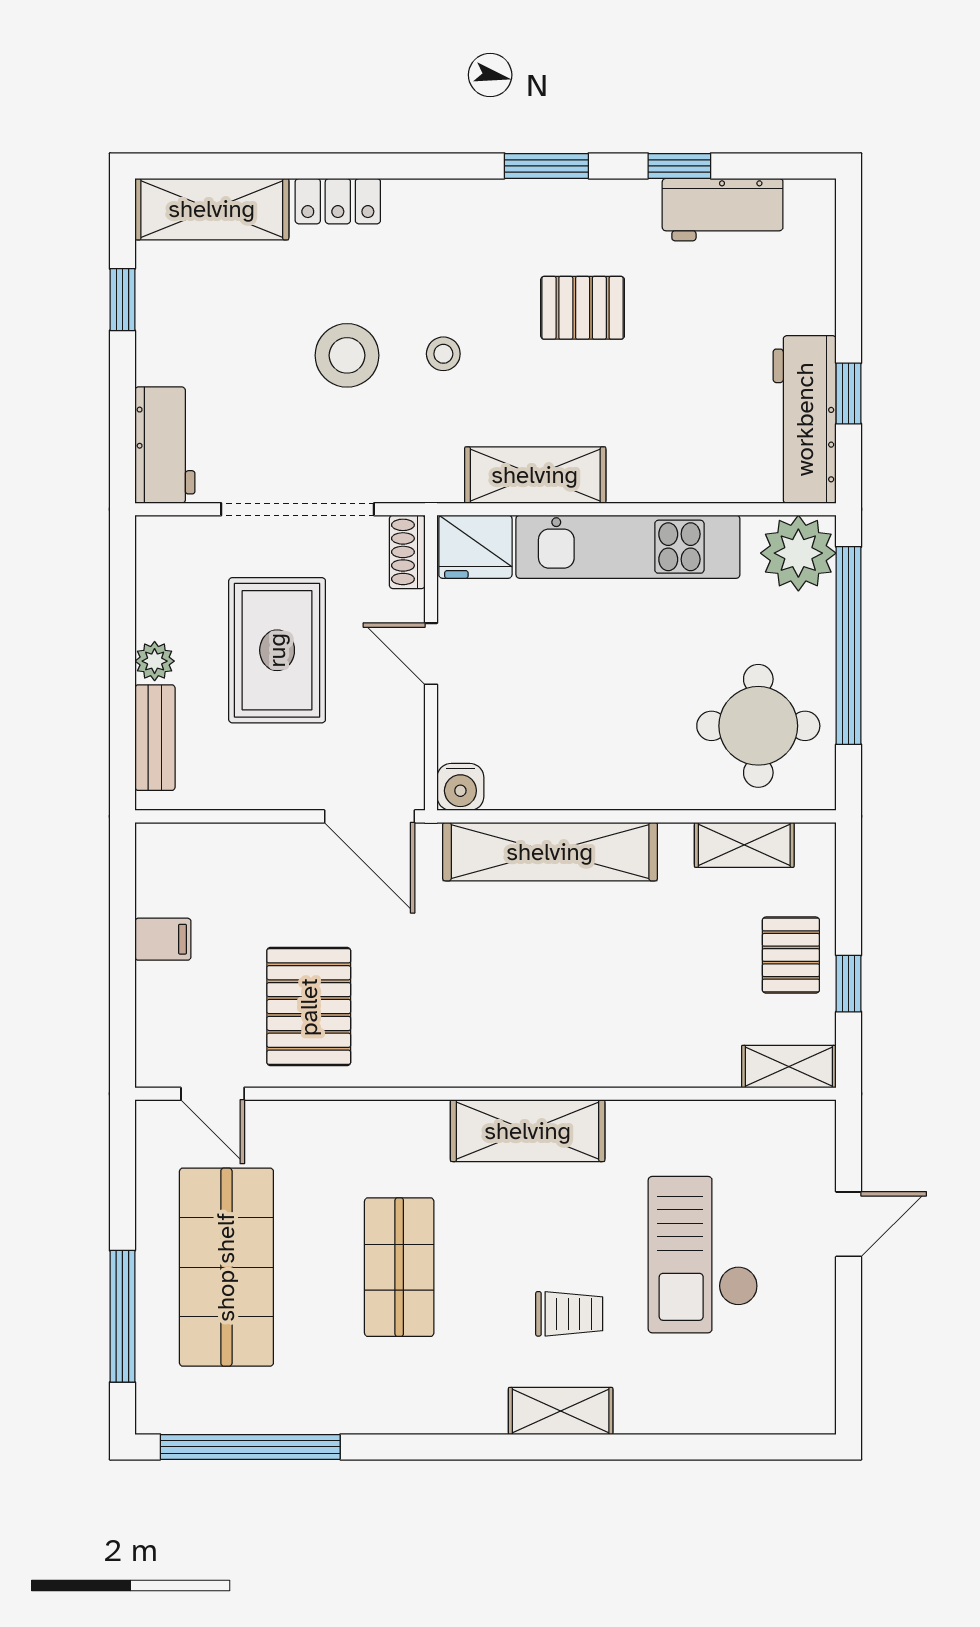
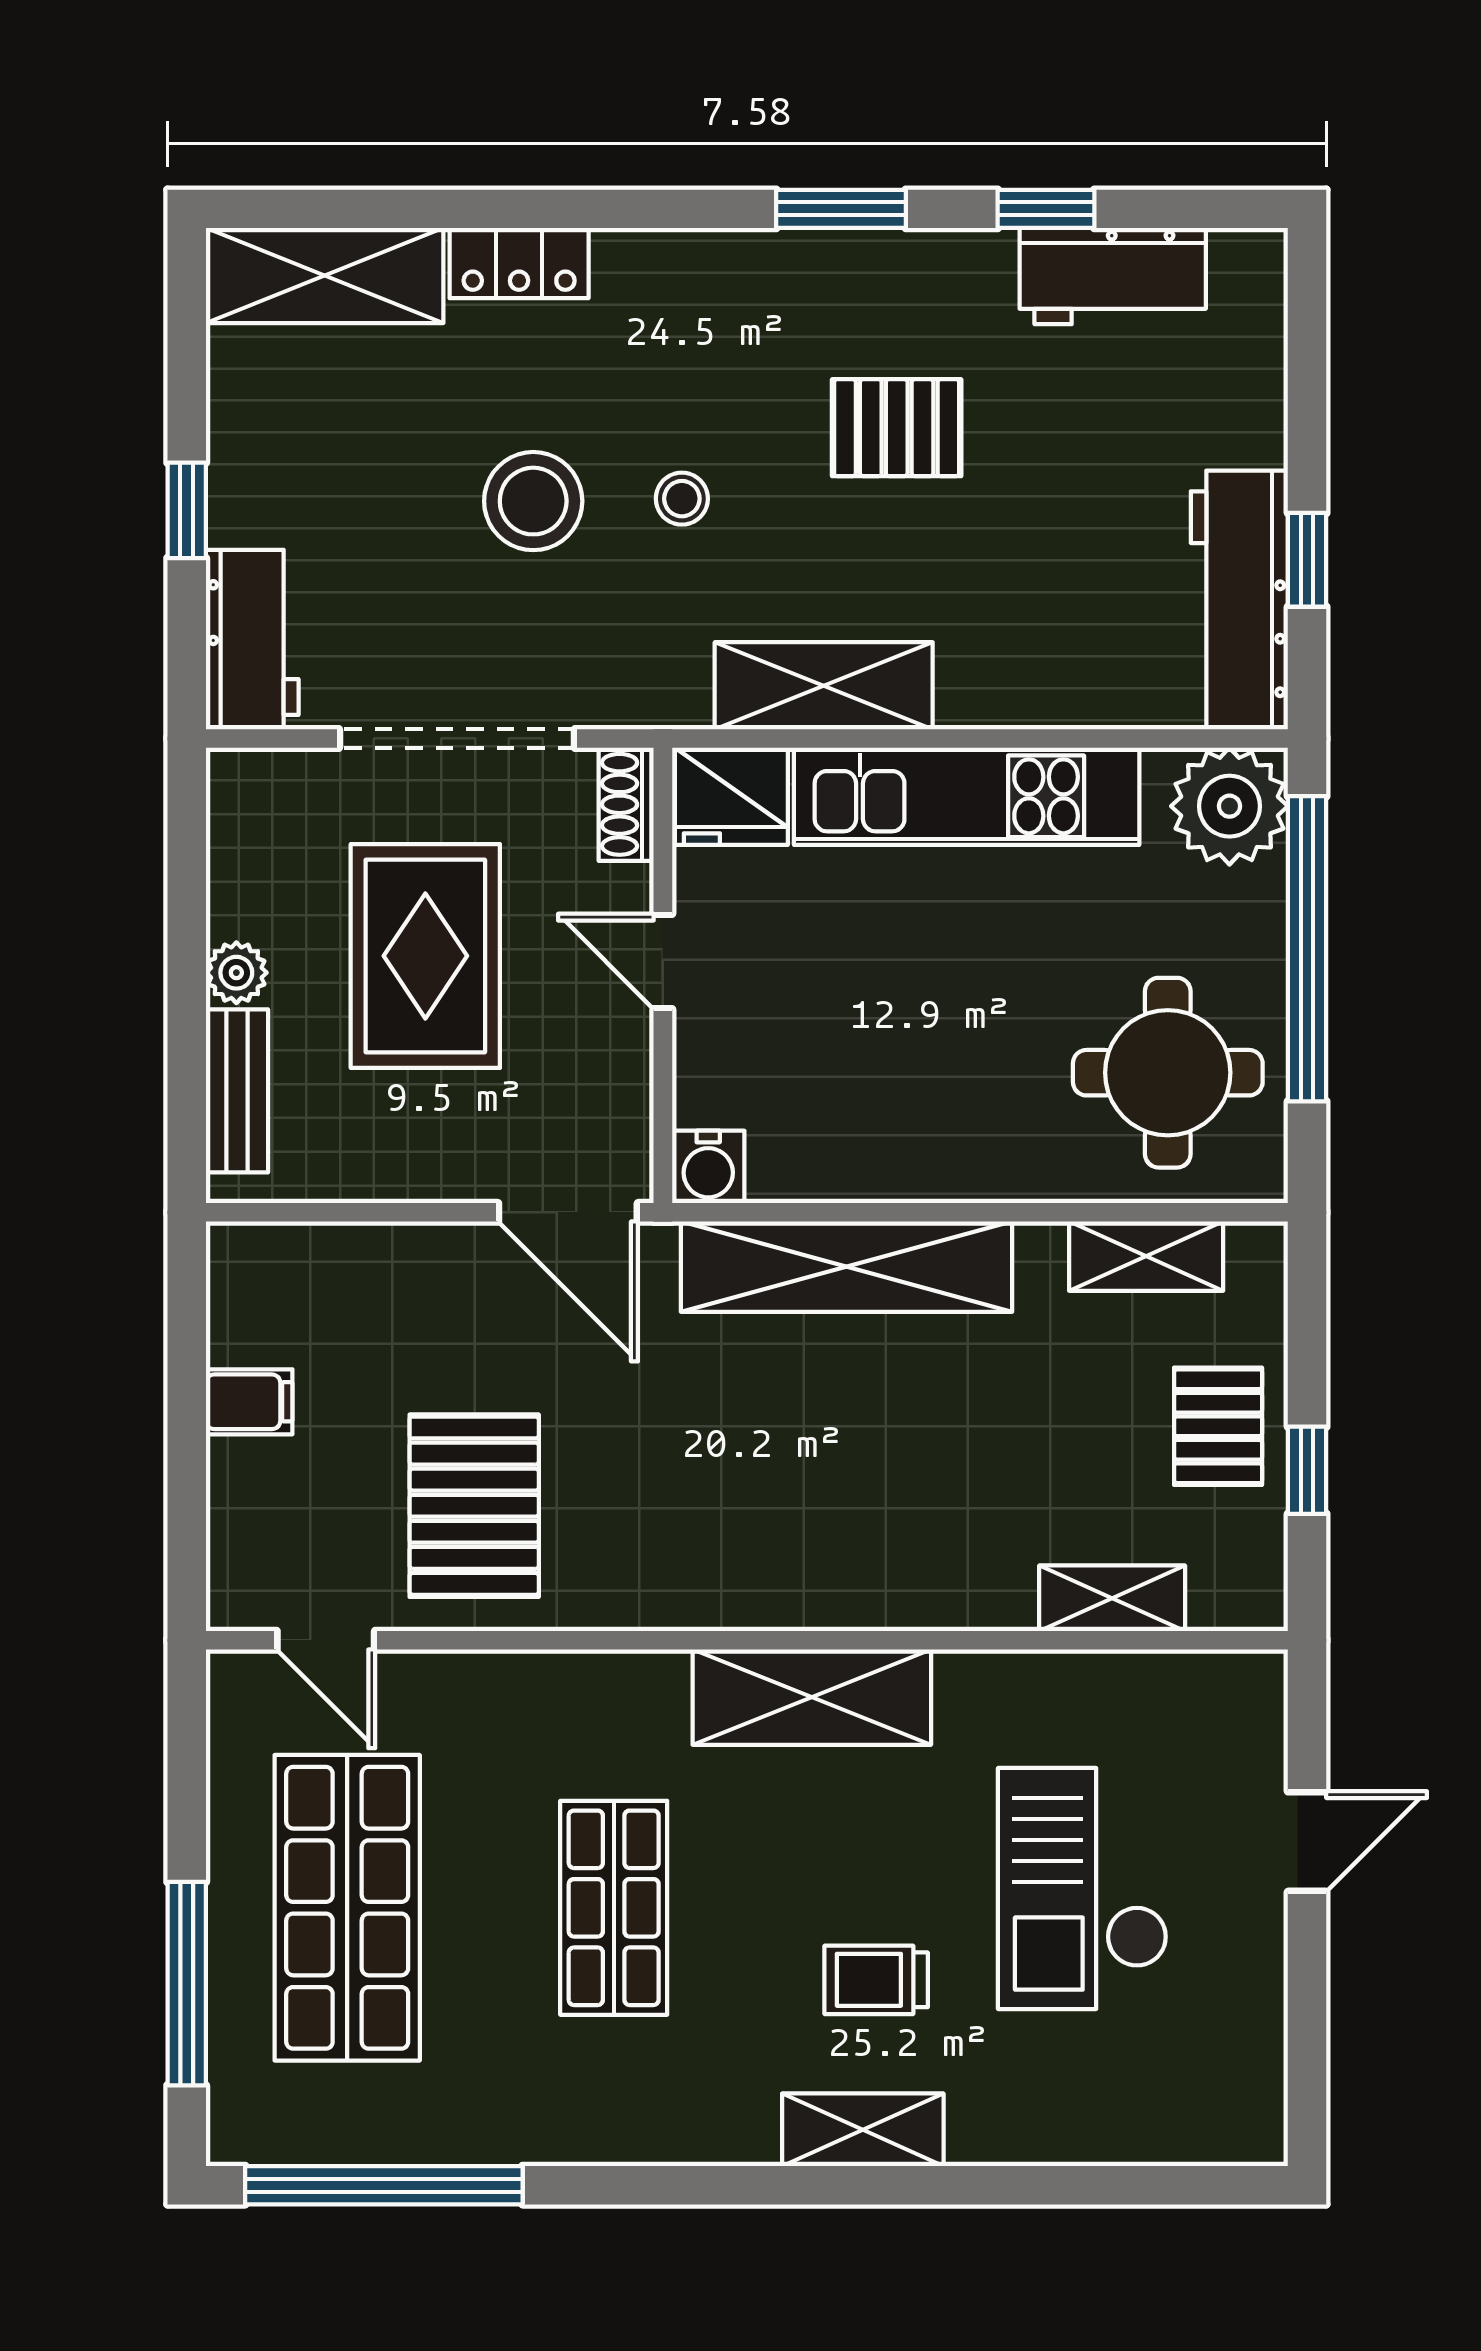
window: (122, 300) -> (187, 510), moved
shelving: (789, 1067) -> (1112, 1598), moved
trolley: (569, 1314) -> (876, 1980), turned 180

